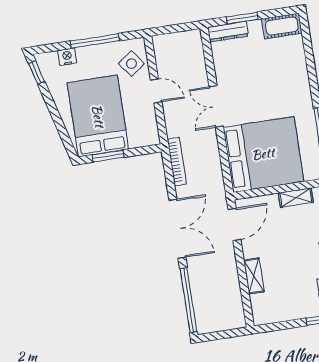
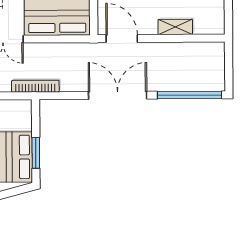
bookcase: (177, 162) -> (35, 86), moved

